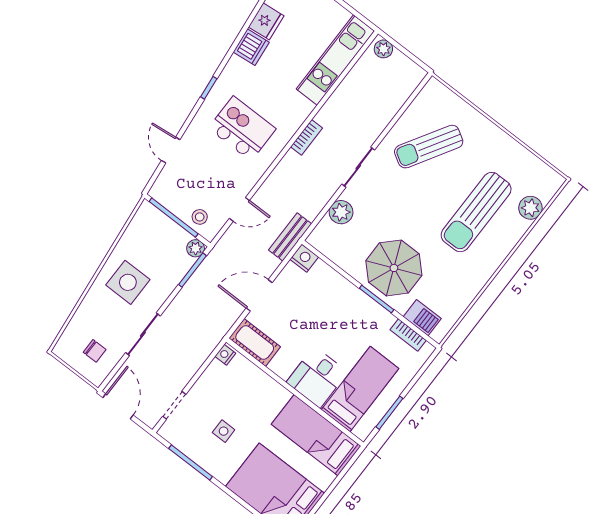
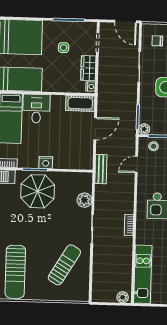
sun lounger: (476, 212) -> (15, 272), moved, turned 180
nightstand: (304, 258) -> (46, 162), moved
wardrobe: (211, 381) -> (88, 68), added

